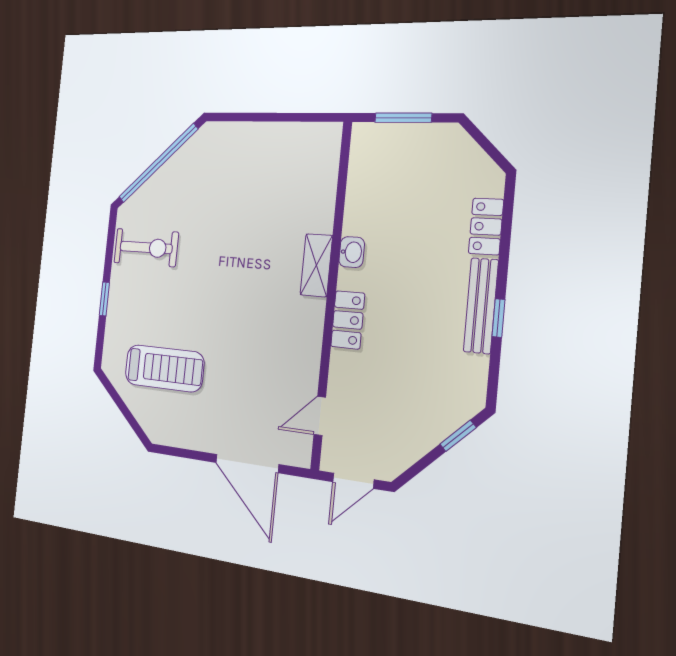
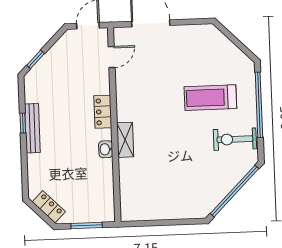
locker: (486, 227) -> (49, 207), moved, turned -45
window: (104, 299) -> (259, 105), width x3.17
treadmill: (164, 368) -> (210, 98), moved

